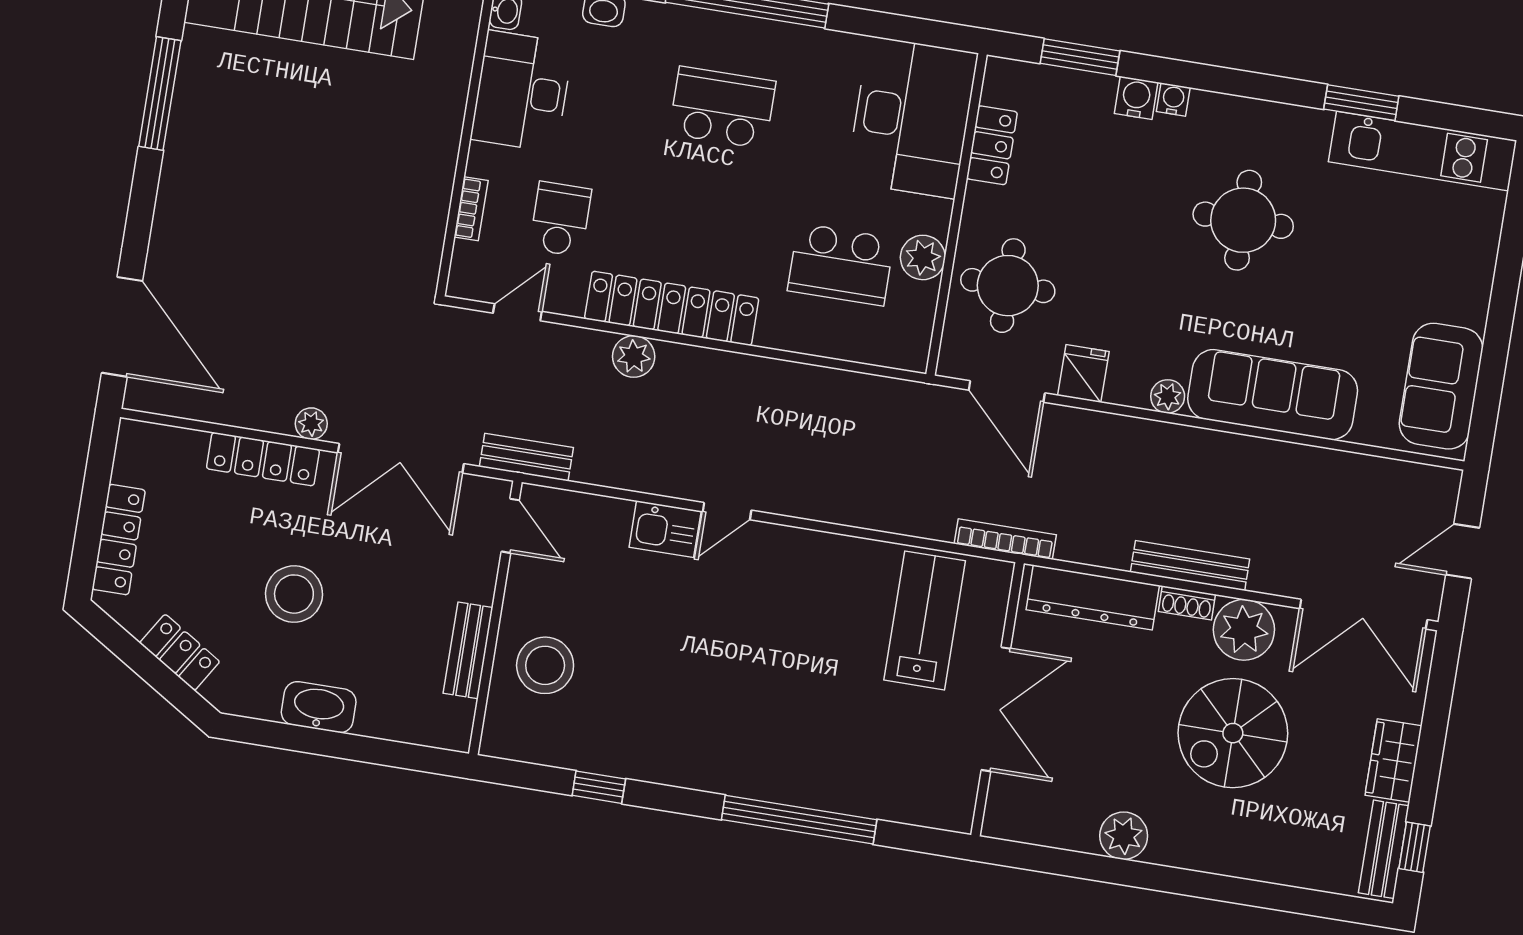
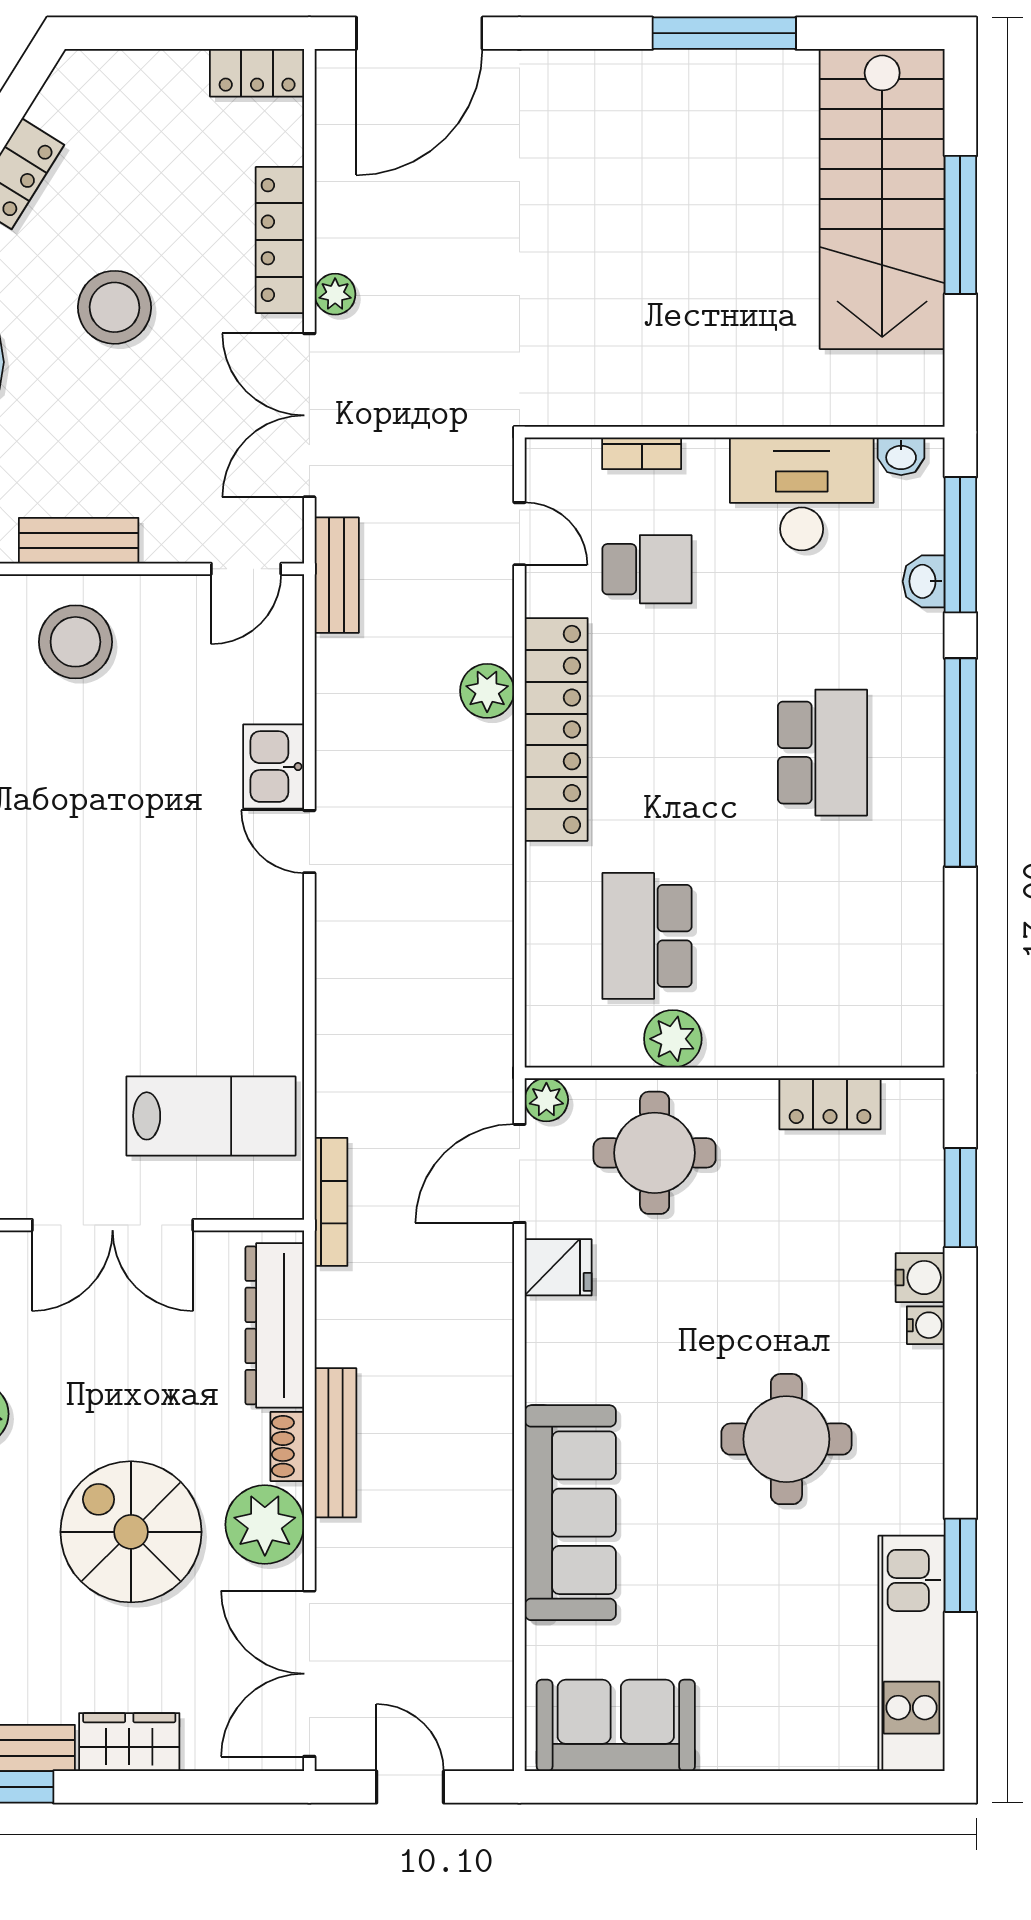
desk: (912, 117) -> (849, 996), removed
plant: (1168, 396) -> (546, 1100), moved
locker: (119, 540) -> (257, 73), moved, width x0.66

